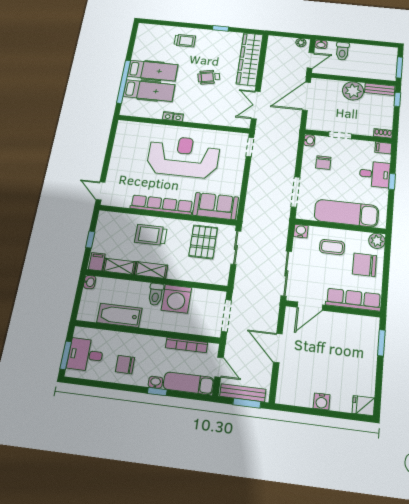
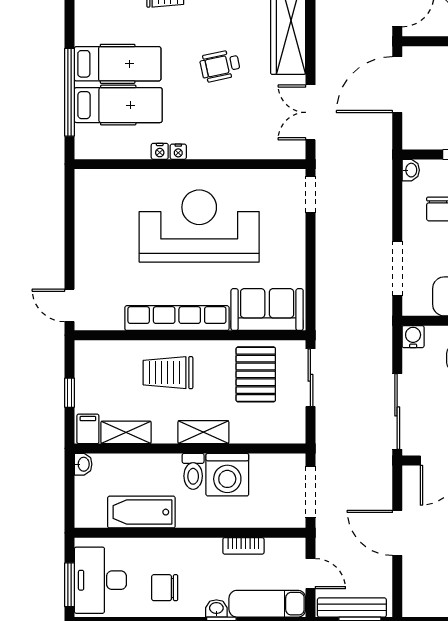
shelving: (151, 270) -> (203, 432), moved
bookcase: (187, 345) -> (243, 546), width x0.64
desk: (86, 355) -> (100, 580), width x1.37

